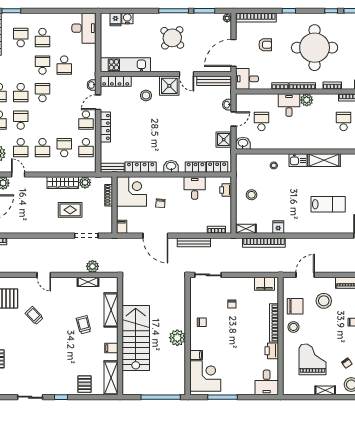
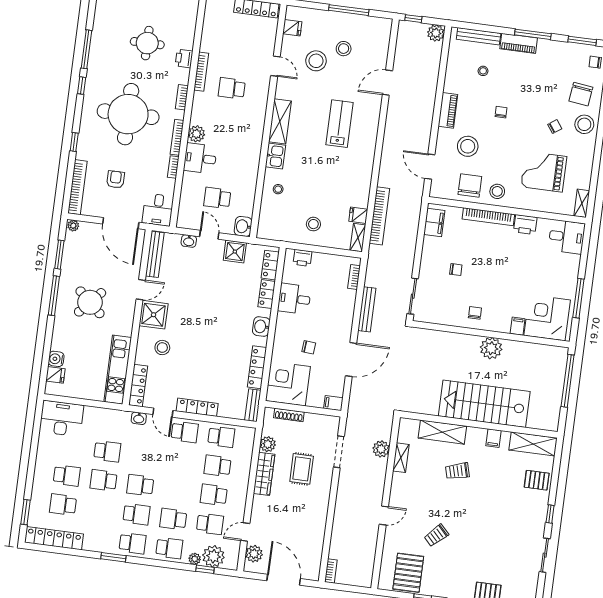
school desk: (42, 148) -> (214, 495), turned 180
fridge: (278, 227) -> (358, 215), moved
shelving: (325, 390) -> (582, 203), moved

